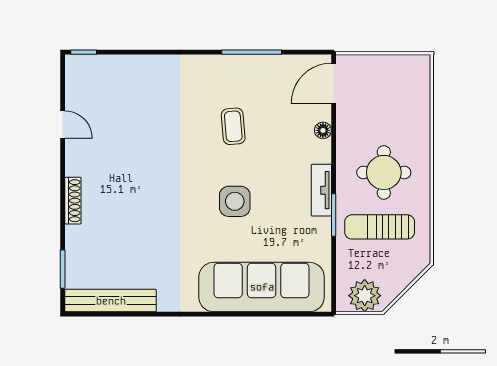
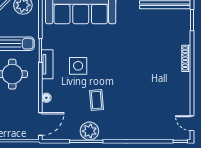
plant: (246, 71) -> (89, 131), added
door: (63, 124) -> (192, 123), moved
side table: (235, 201) -> (78, 66), moved

